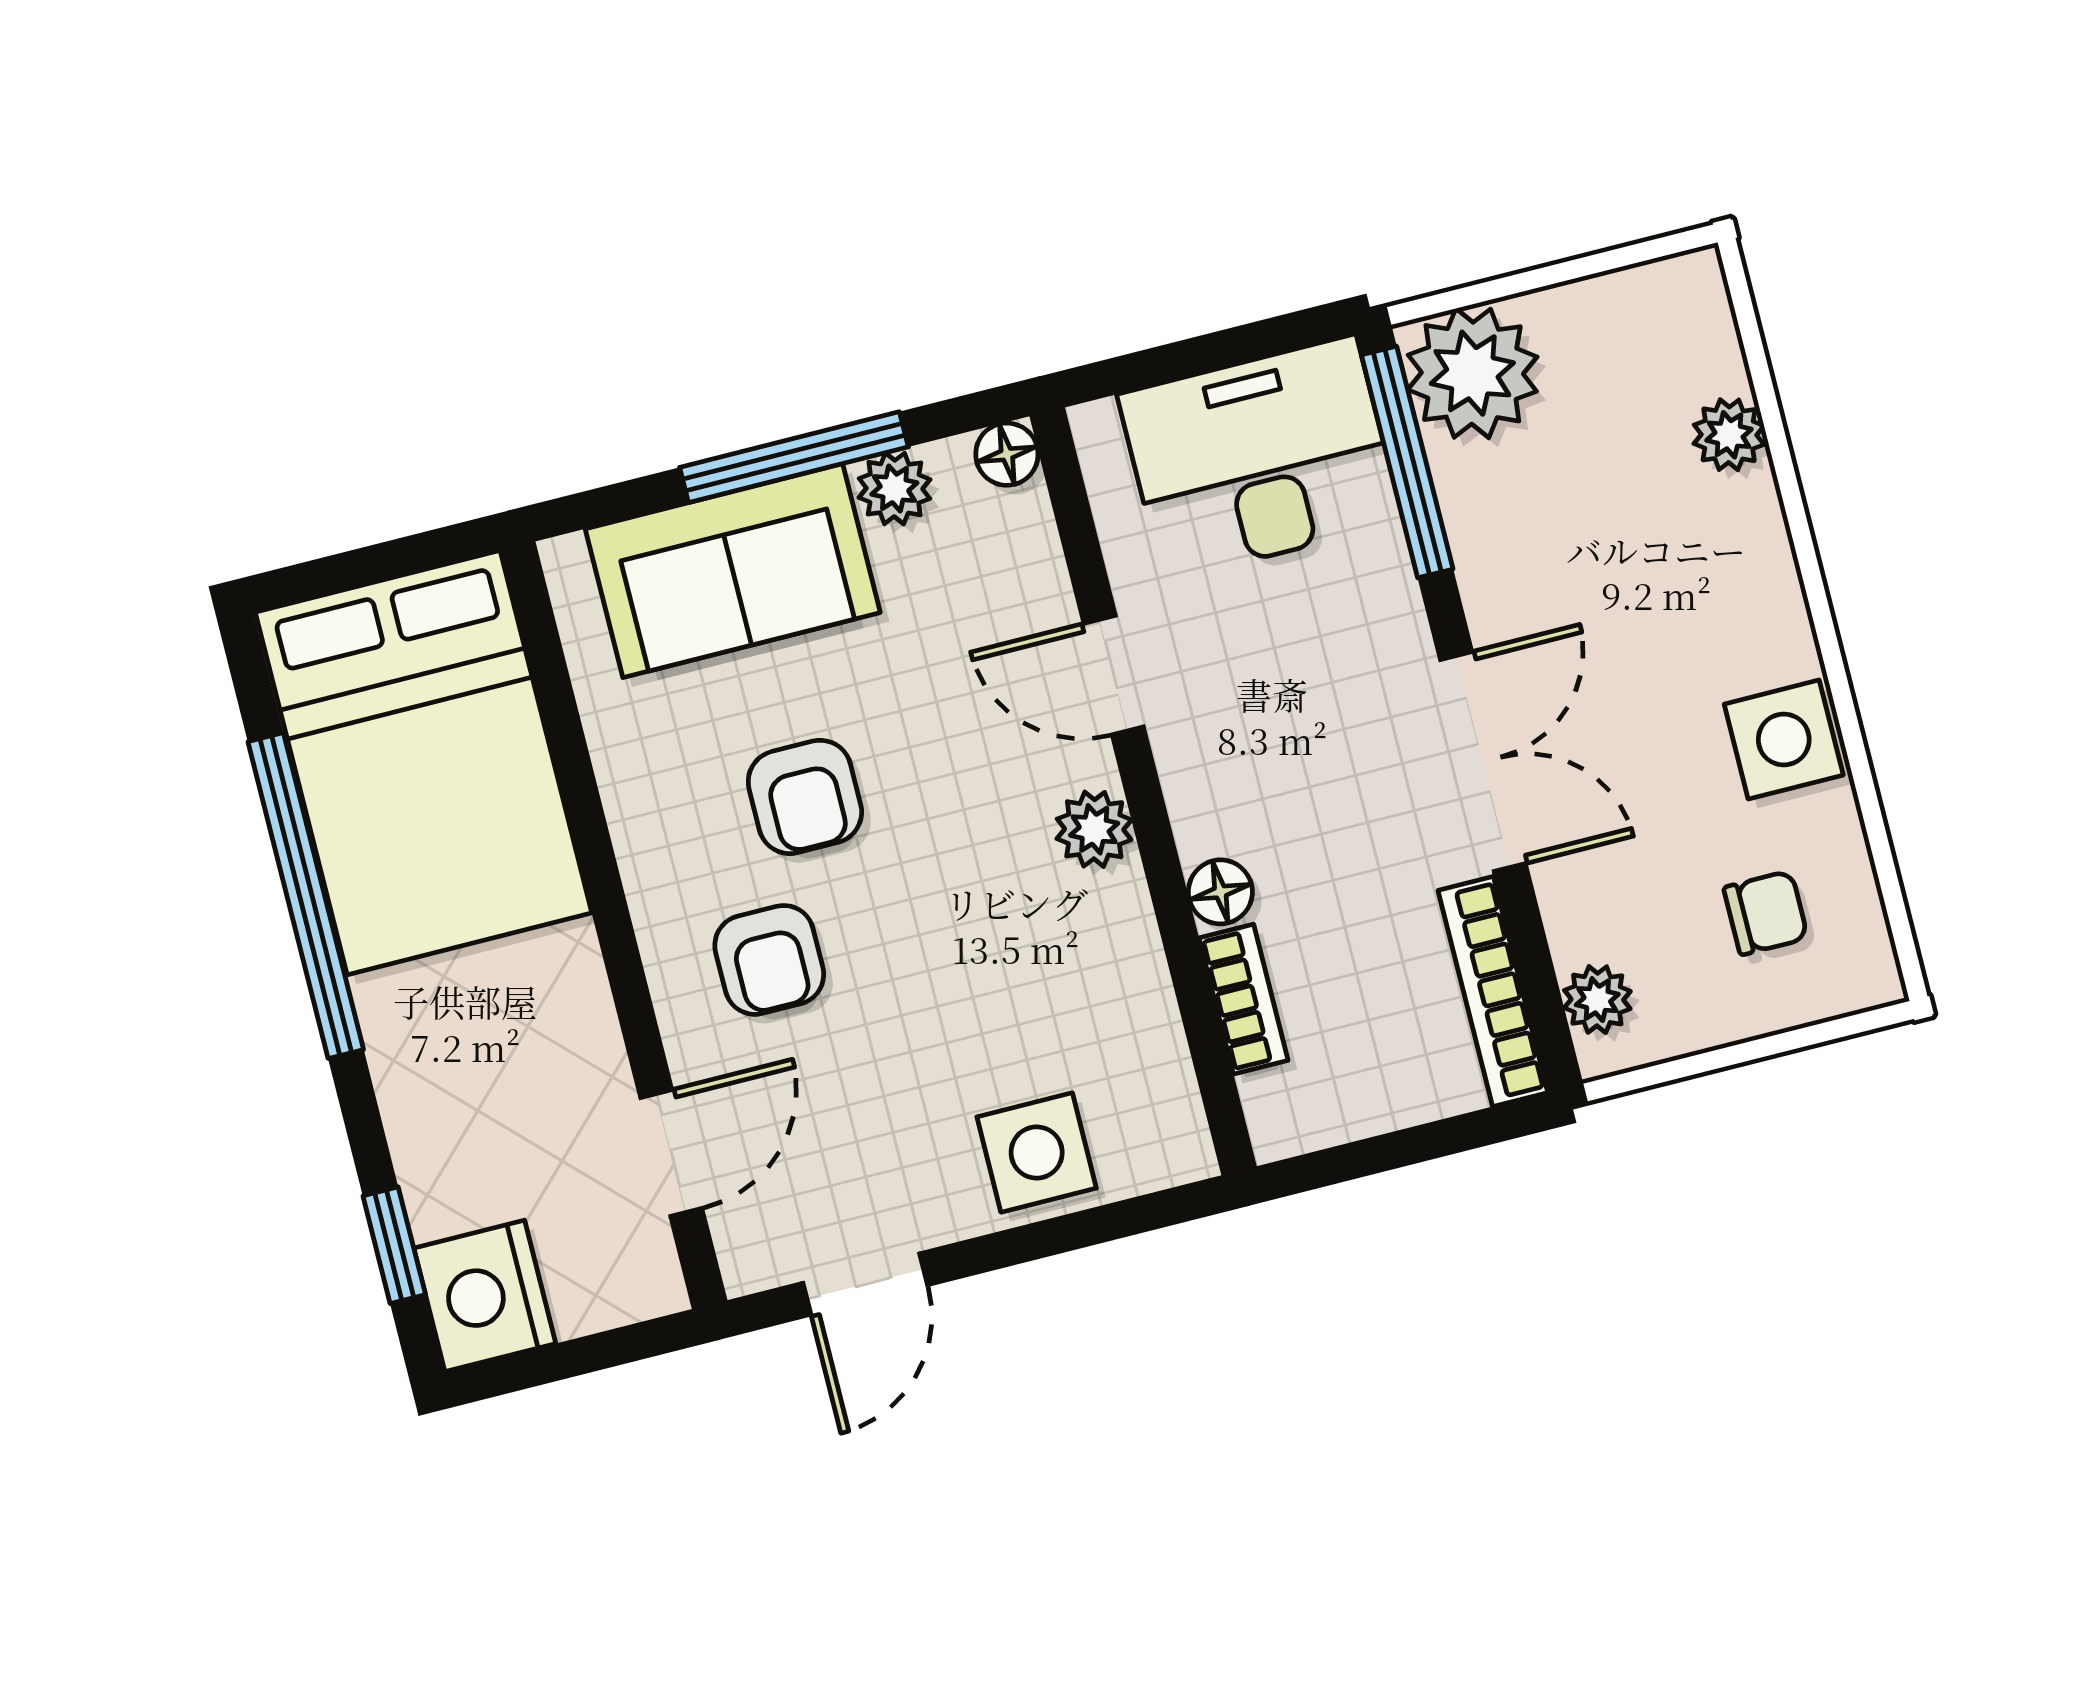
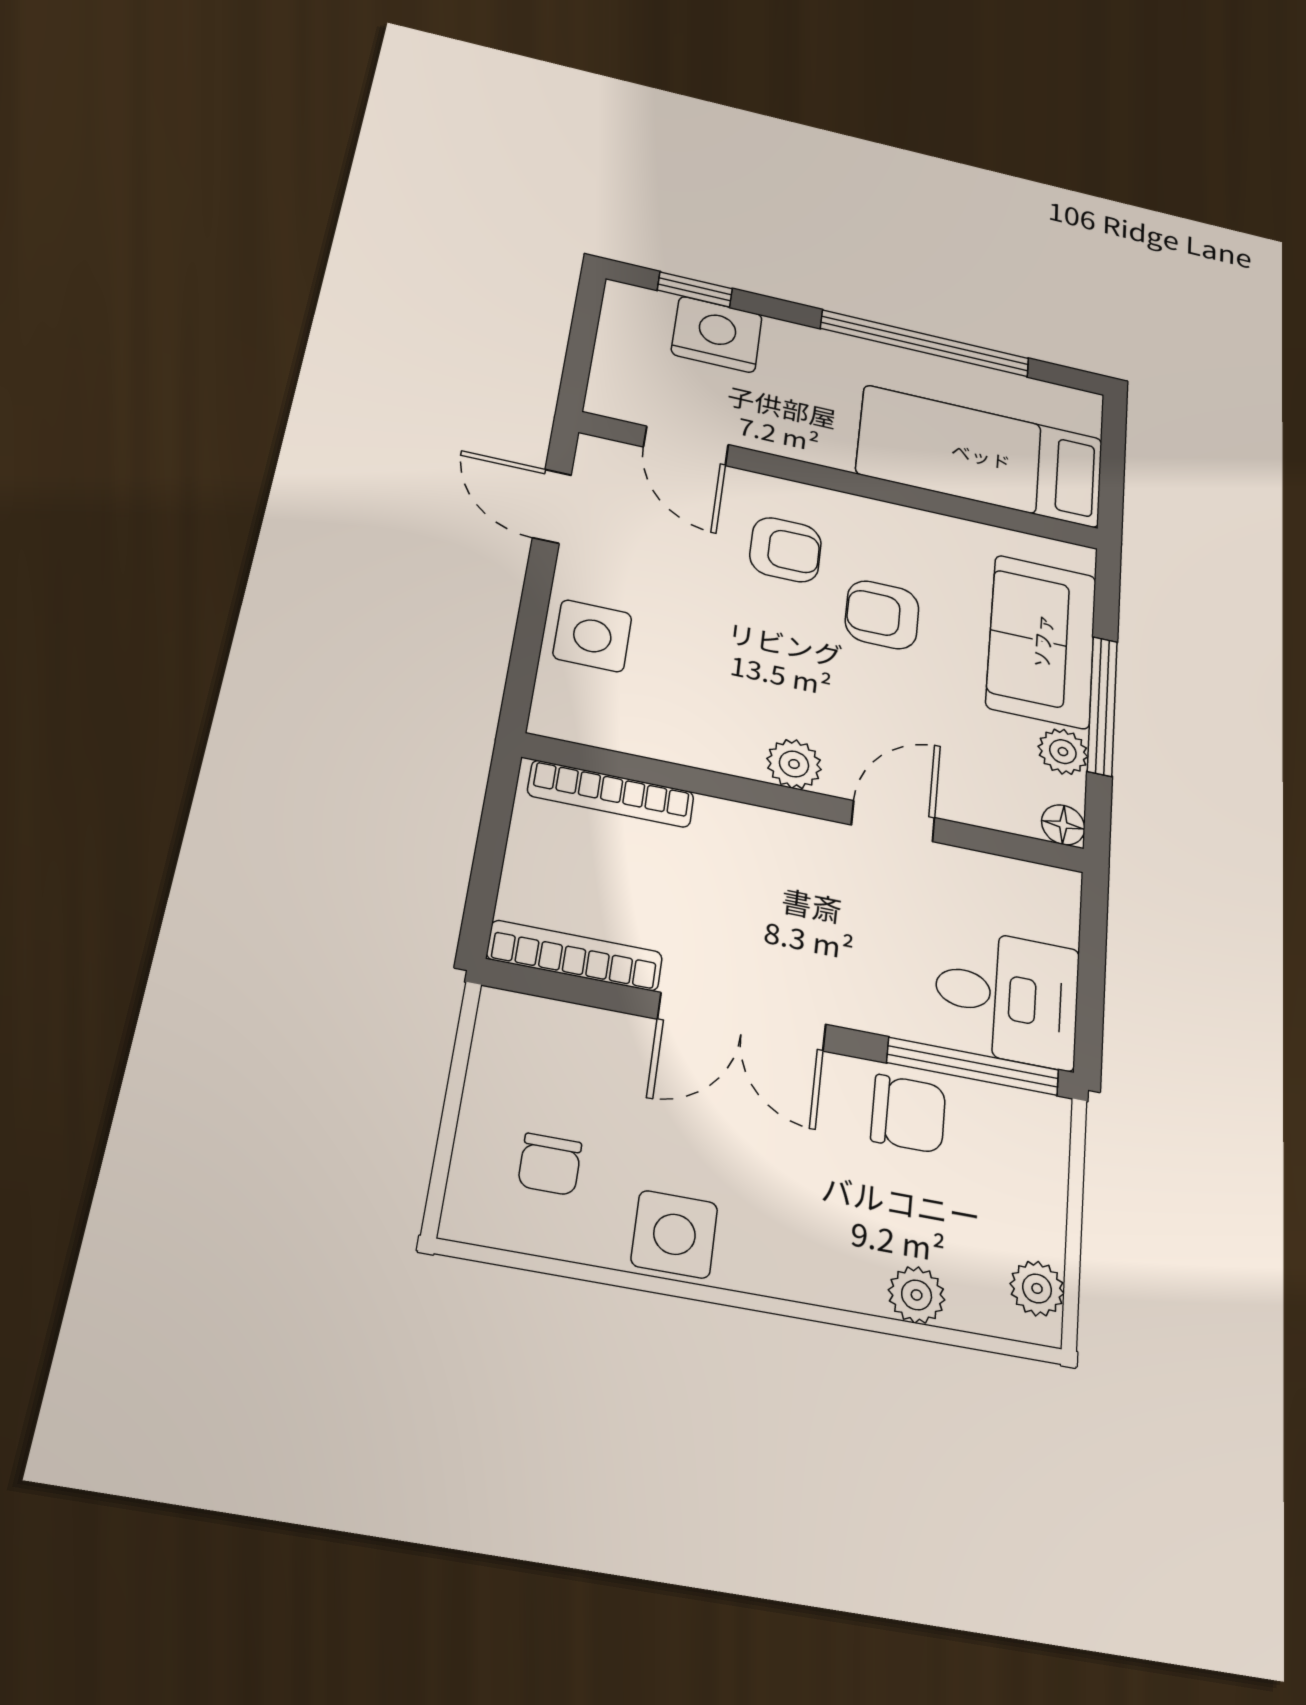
plant: (1472, 373) -> (1037, 1288), moved, width x0.53, depth x0.53
desk: (1260, 458) -> (1007, 997), width x0.73
chair: (1507, 520) -> (908, 1114), added
bed: (424, 763) -> (981, 456), width x0.67
floor lamp: (1220, 892) -> (720, 819), removed
armchair: (769, 960) -> (786, 550), turned 180
bookcase: (1243, 999) -> (611, 794), width x1.56
plant: (1597, 1000) -> (538, 1021), removed
nightstand: (485, 1296) -> (717, 334), moved

